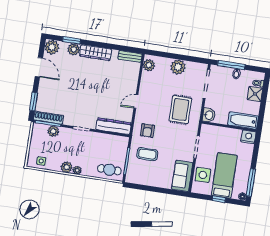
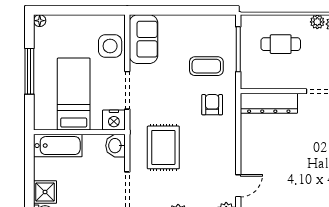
door: (136, 101) -> (238, 186), moved
nightstand: (248, 137) -> (114, 120), moved
cafe table: (109, 170) -> (281, 44), moved
bed: (224, 175) -> (74, 94), moved, turned 180
window: (251, 183) -> (29, 71), moved
window: (219, 199) -> (78, 10), removed

